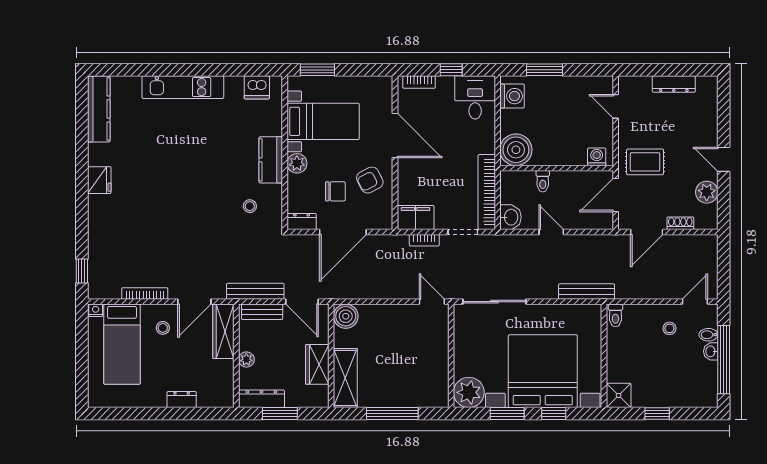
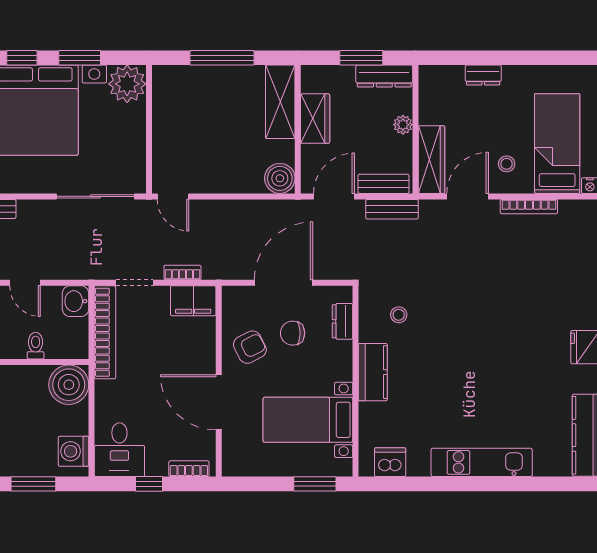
plant: (297, 163) -> (340, 368), removed
dresser: (302, 221) -> (342, 321), moved, turned 90
bench: (255, 291) -> (392, 209), width x0.73
door: (302, 302) -> (334, 196), hinge flipped

